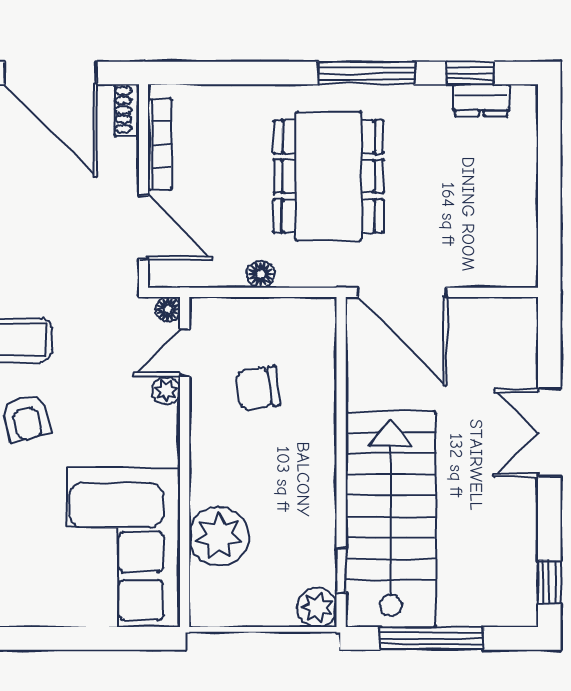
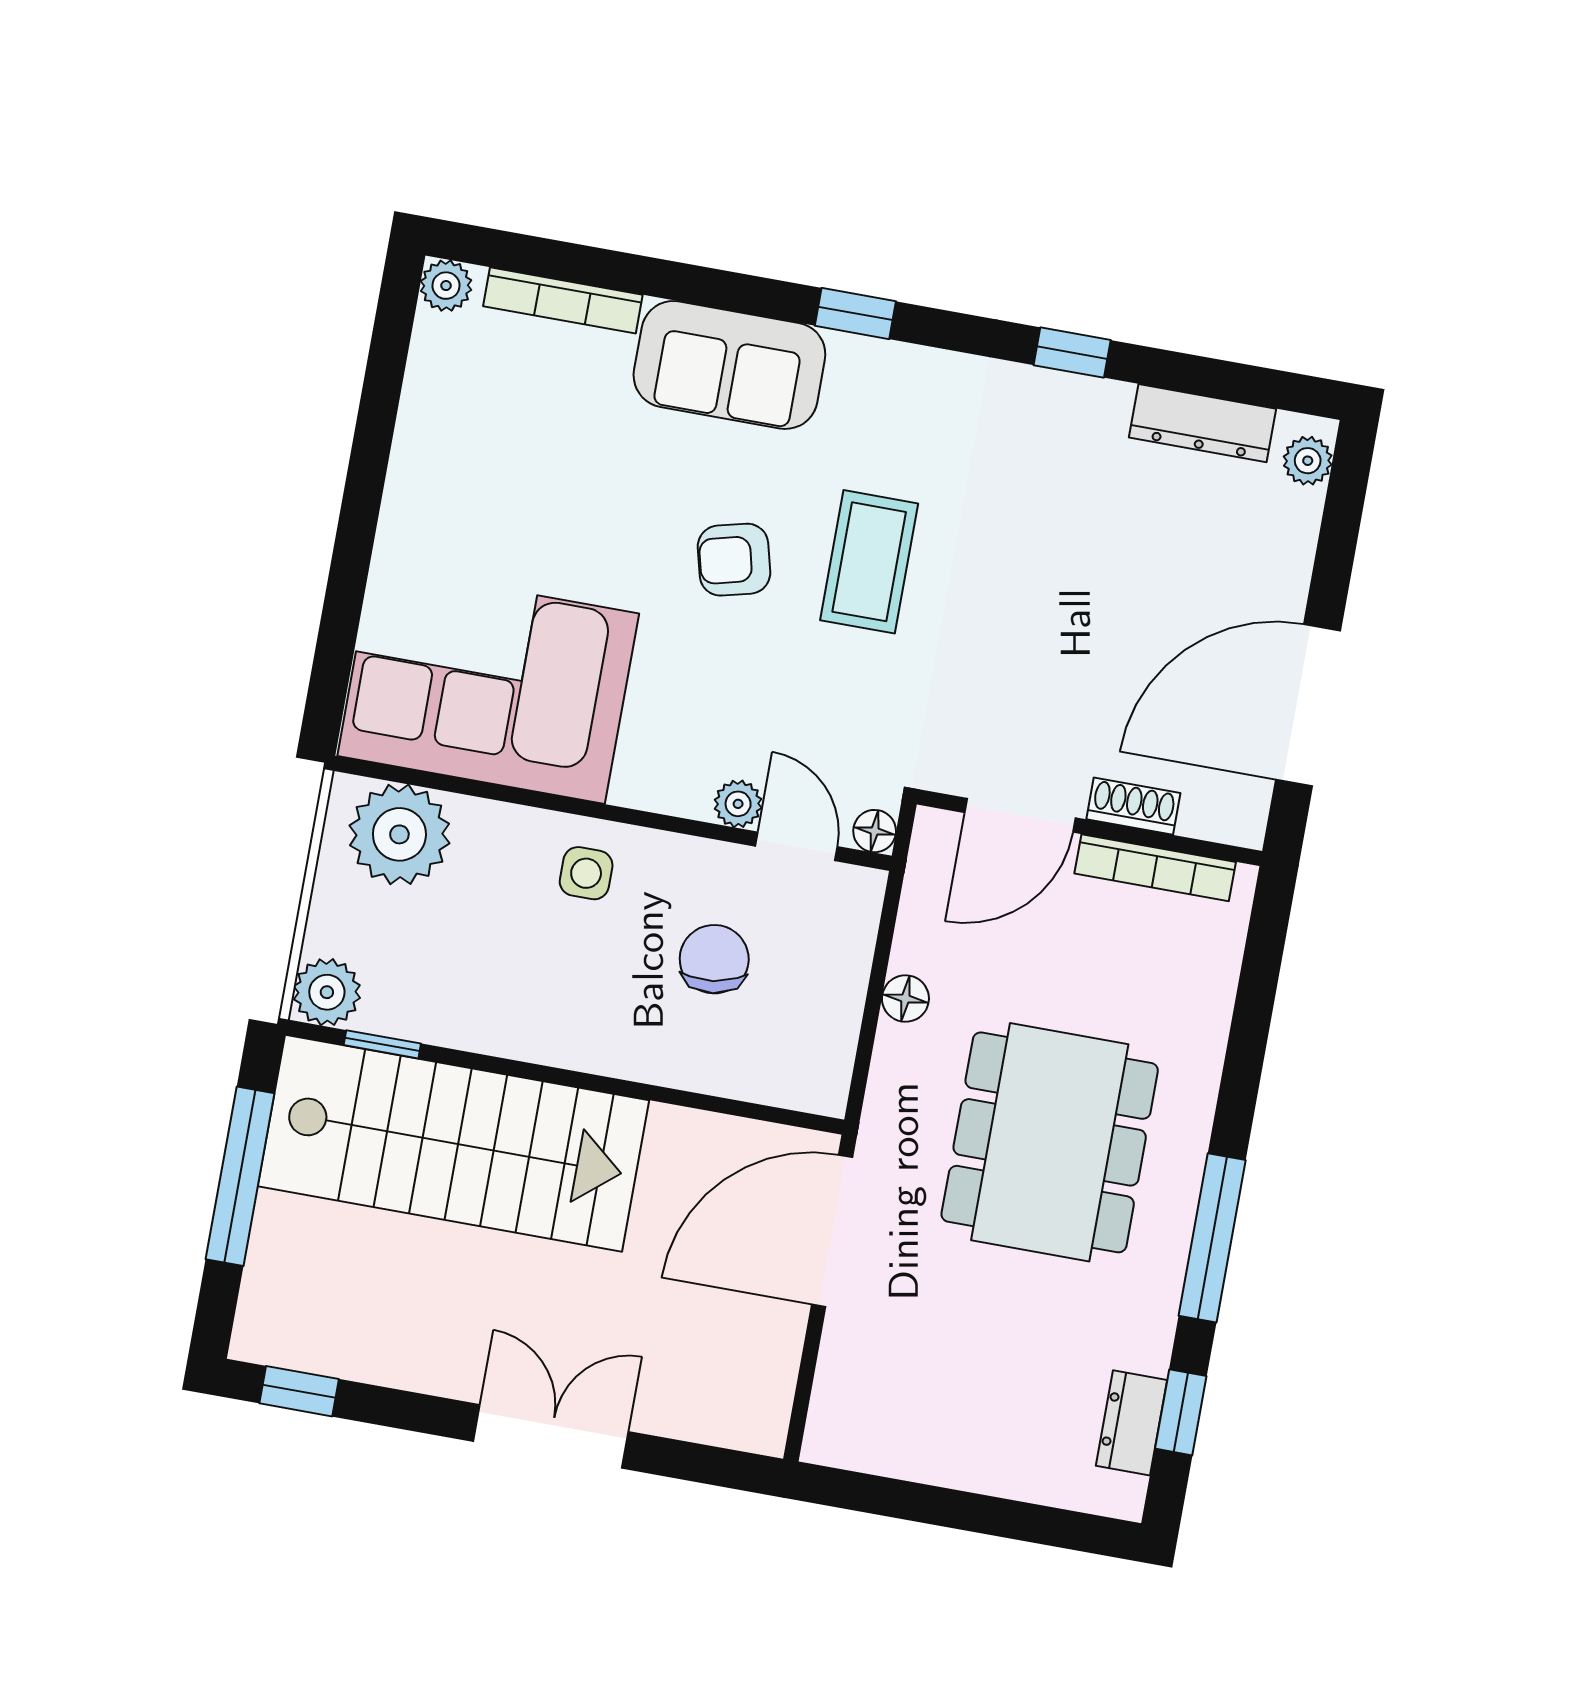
shoe rack: (127, 110) -> (1133, 806), moved
dining table: (329, 176) -> (1050, 1142), turned 90
side table: (222, 471) -> (586, 873), added
plant: (219, 536) -> (399, 834), moved

